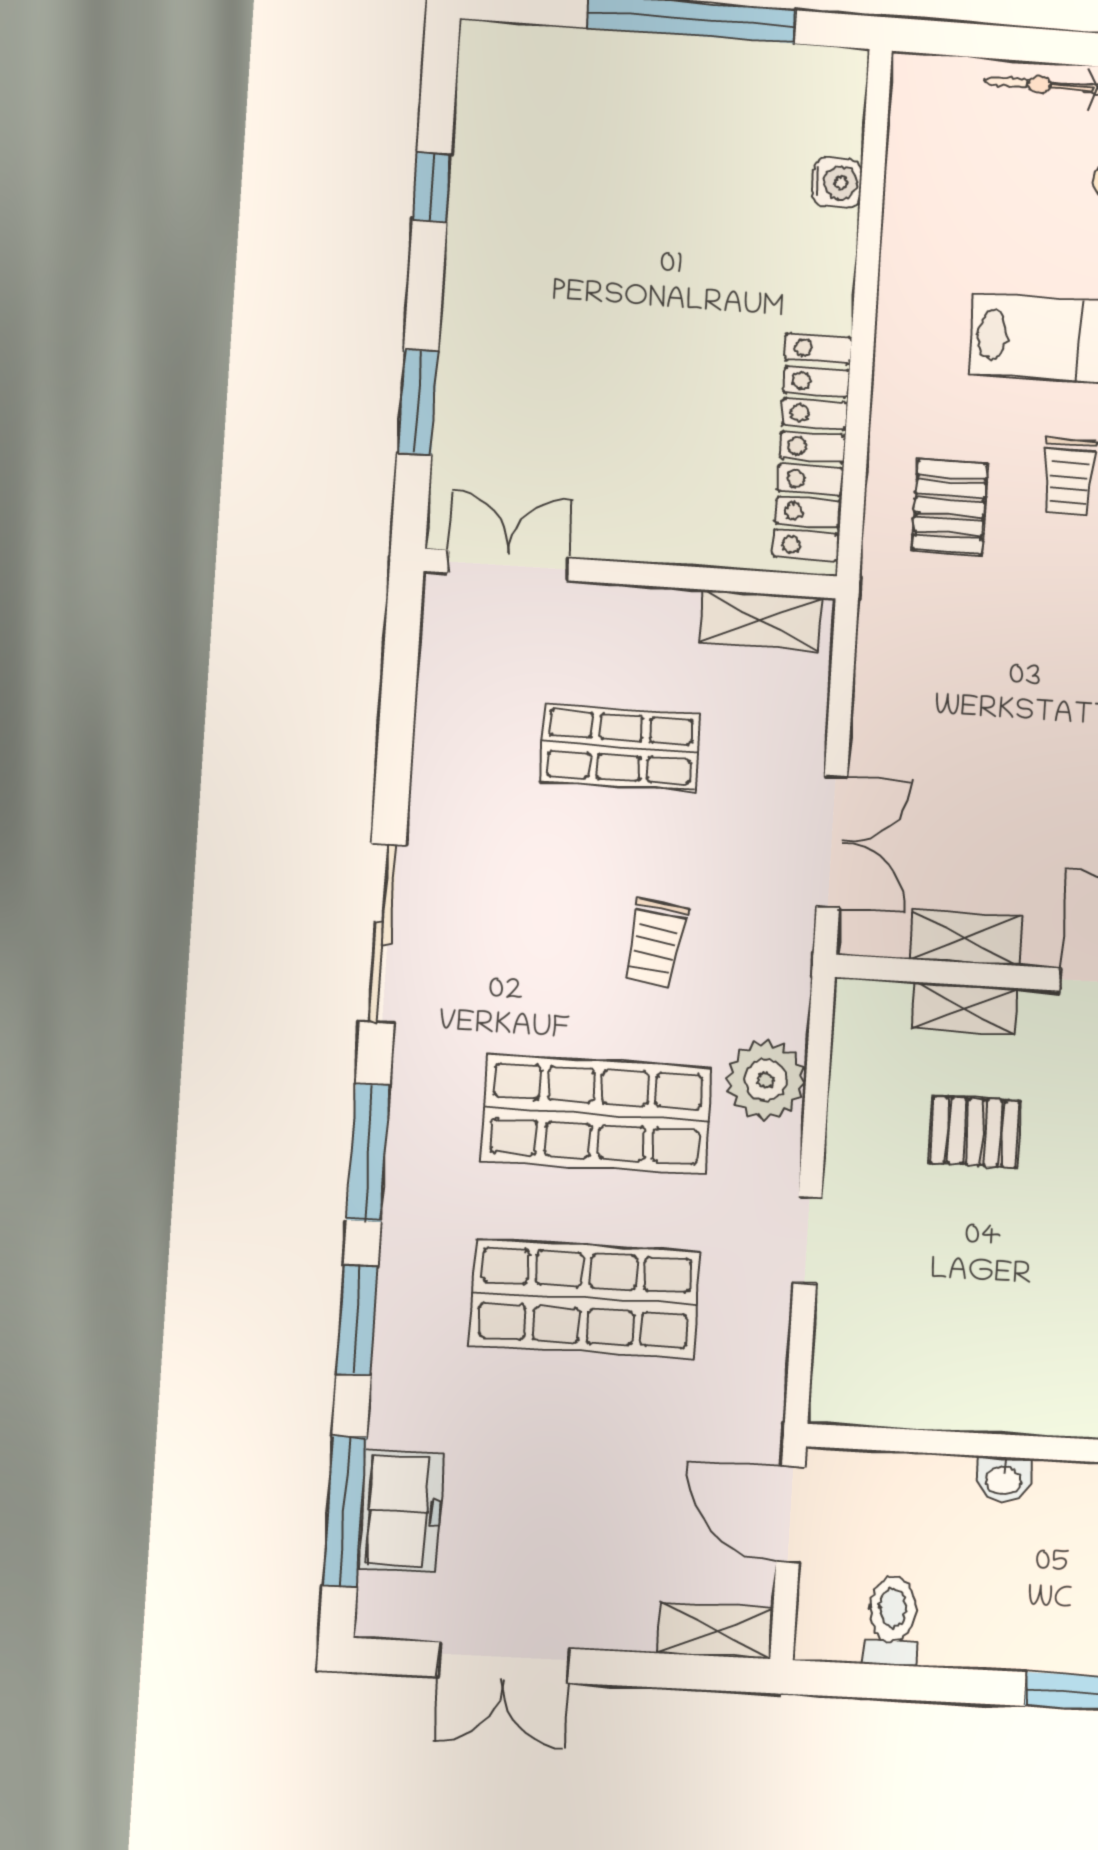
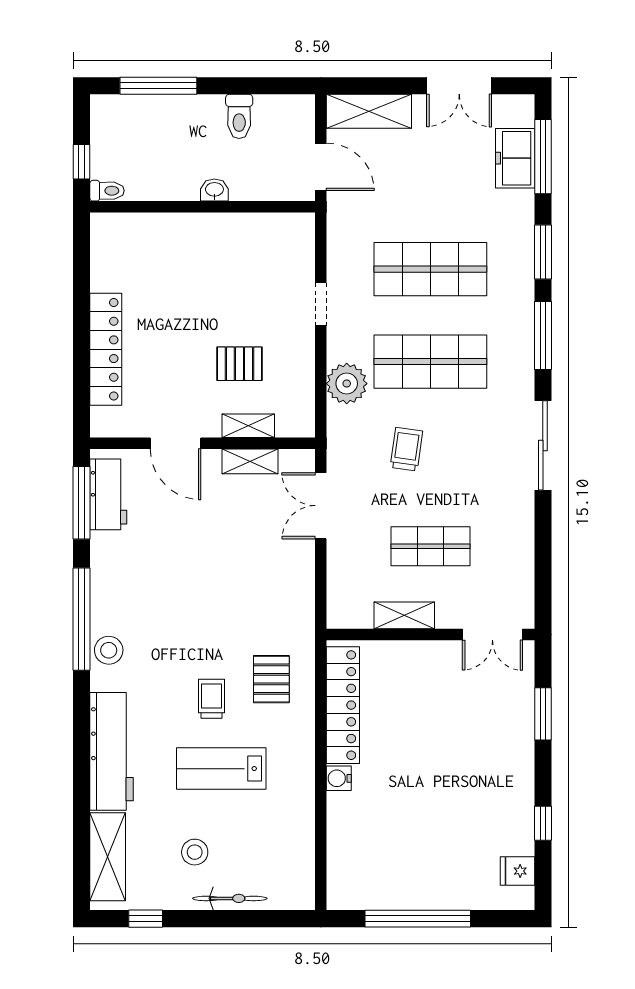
fridge: (489, 97) -> (517, 871), added
water cooler: (837, 183) -> (339, 778), moved
shelving: (761, 620) -> (404, 615), moved
toilet: (892, 1621) -> (239, 116), moved
shelving: (715, 1631) -> (369, 111), width x1.50, depth x1.33
double door: (504, 1663) -> (459, 86), swing flipped

